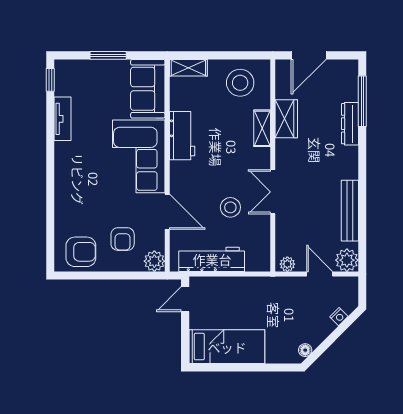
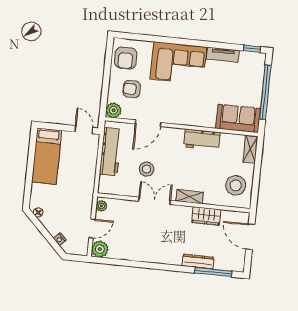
window: (108, 55) -> (265, 92), width x2.11
shelving: (262, 128) -> (190, 197), moved
corner sofa: (139, 156) -> (178, 63), moved, turned 180
bench: (350, 211) -> (135, 255), removed

